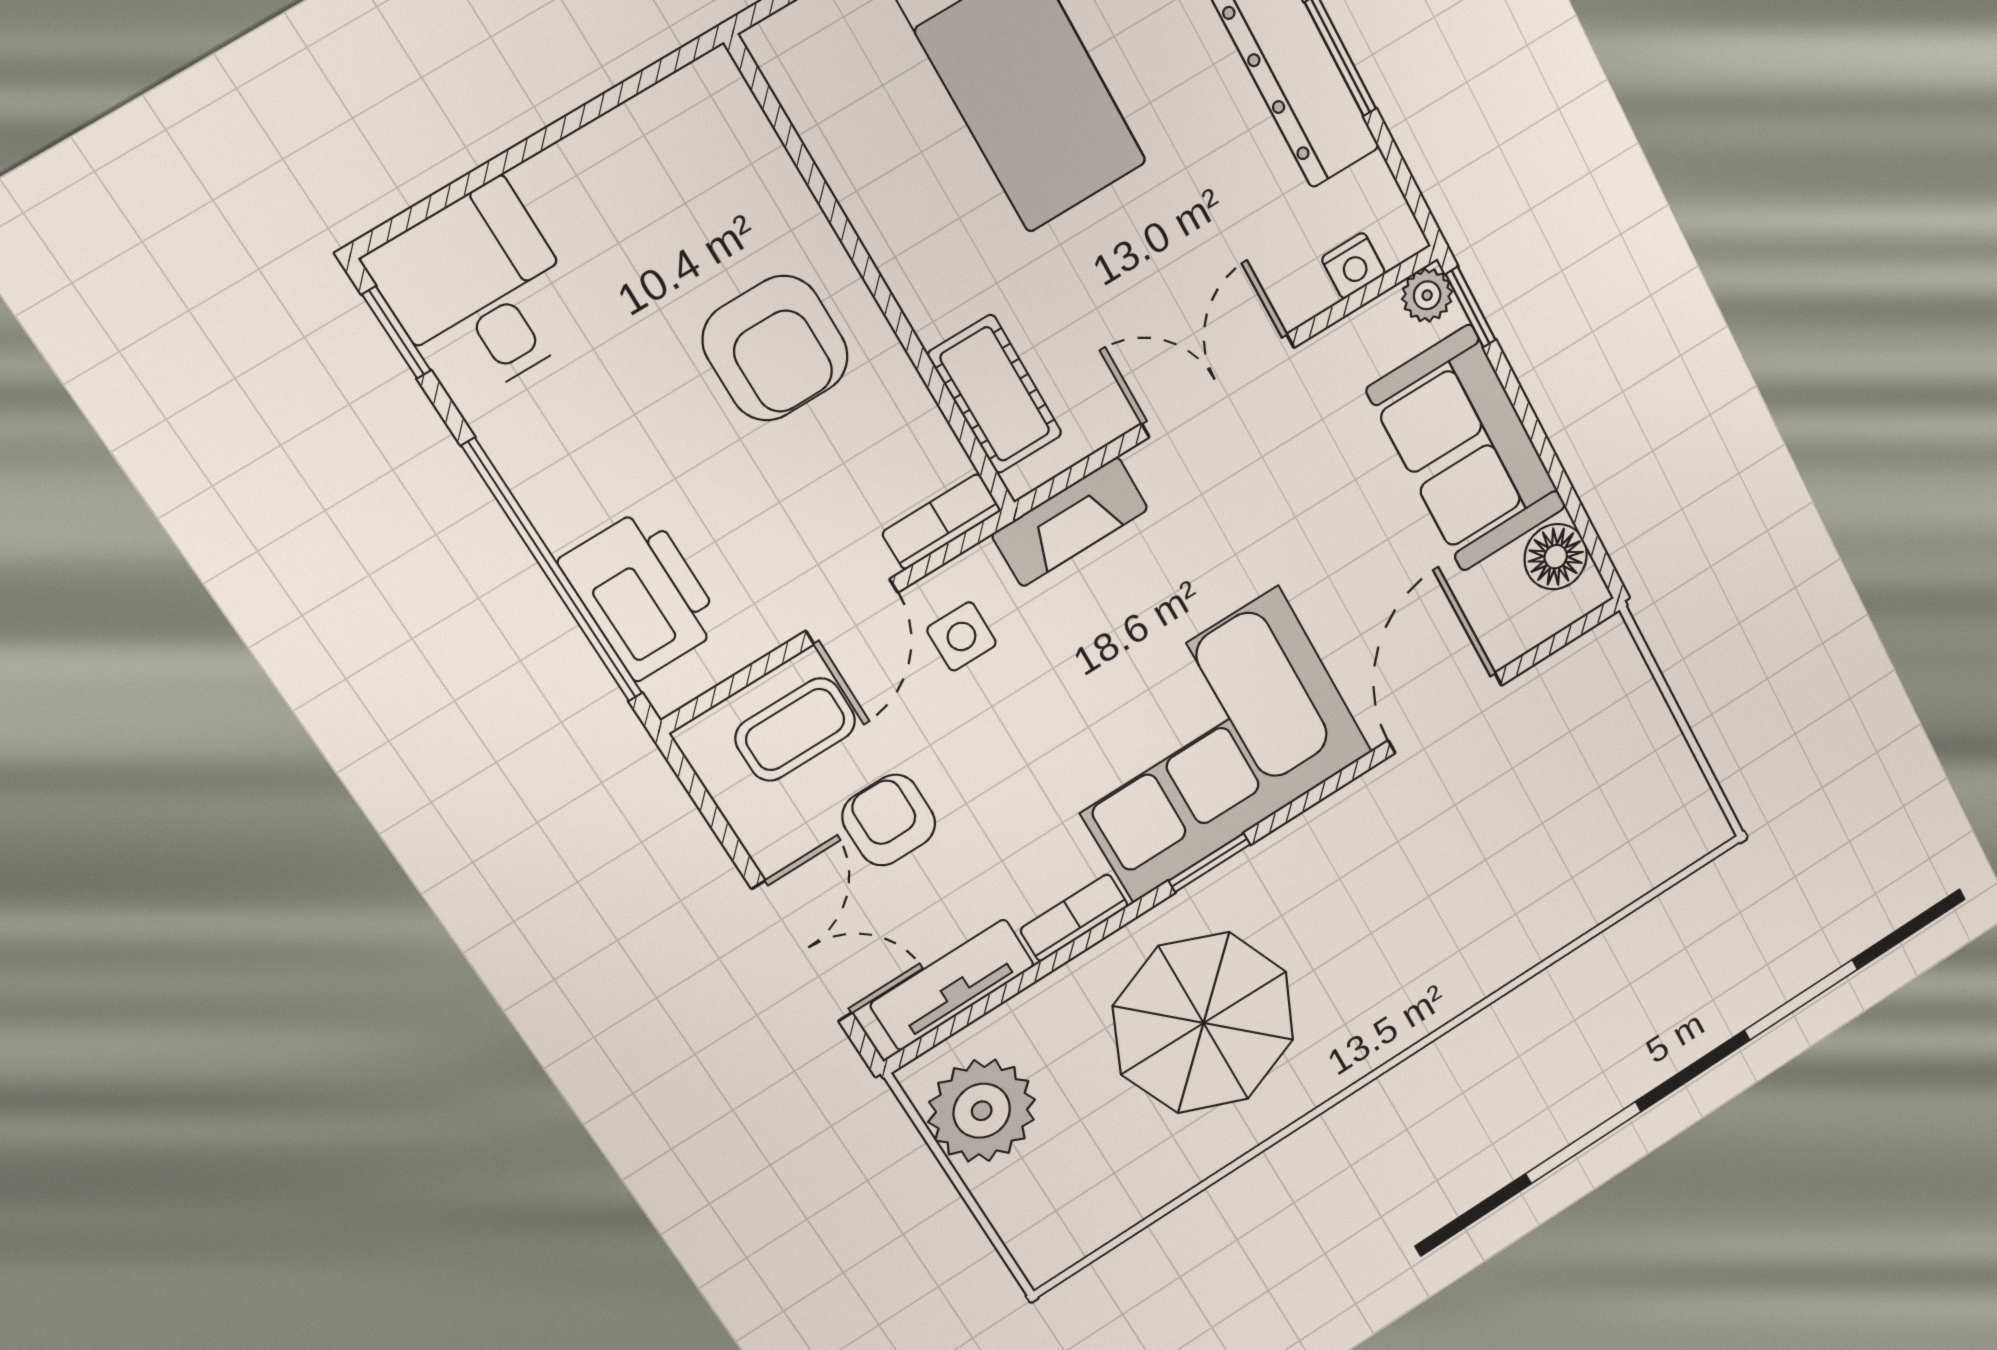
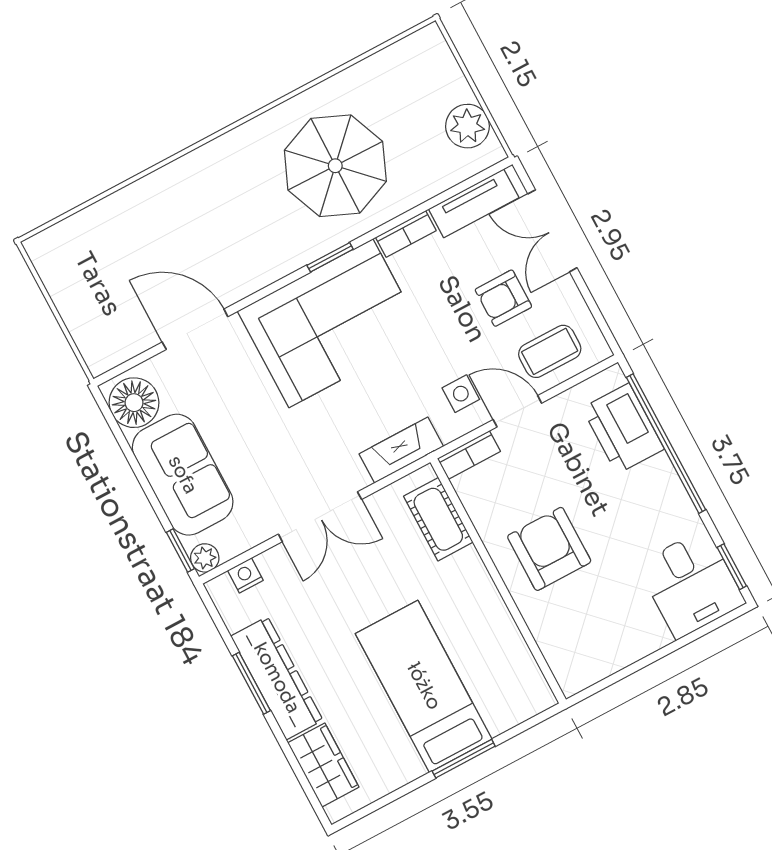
floor lamp: (1556, 557) -> (134, 403), width x1.38, depth x1.38
door: (852, 612) -> (517, 411), hinge flipped
door: (1445, 713) -> (195, 329), swing flipped
armchair: (889, 820) -> (503, 298), turned 90
plant: (982, 1111) -> (467, 126), width x0.73, depth x0.73

